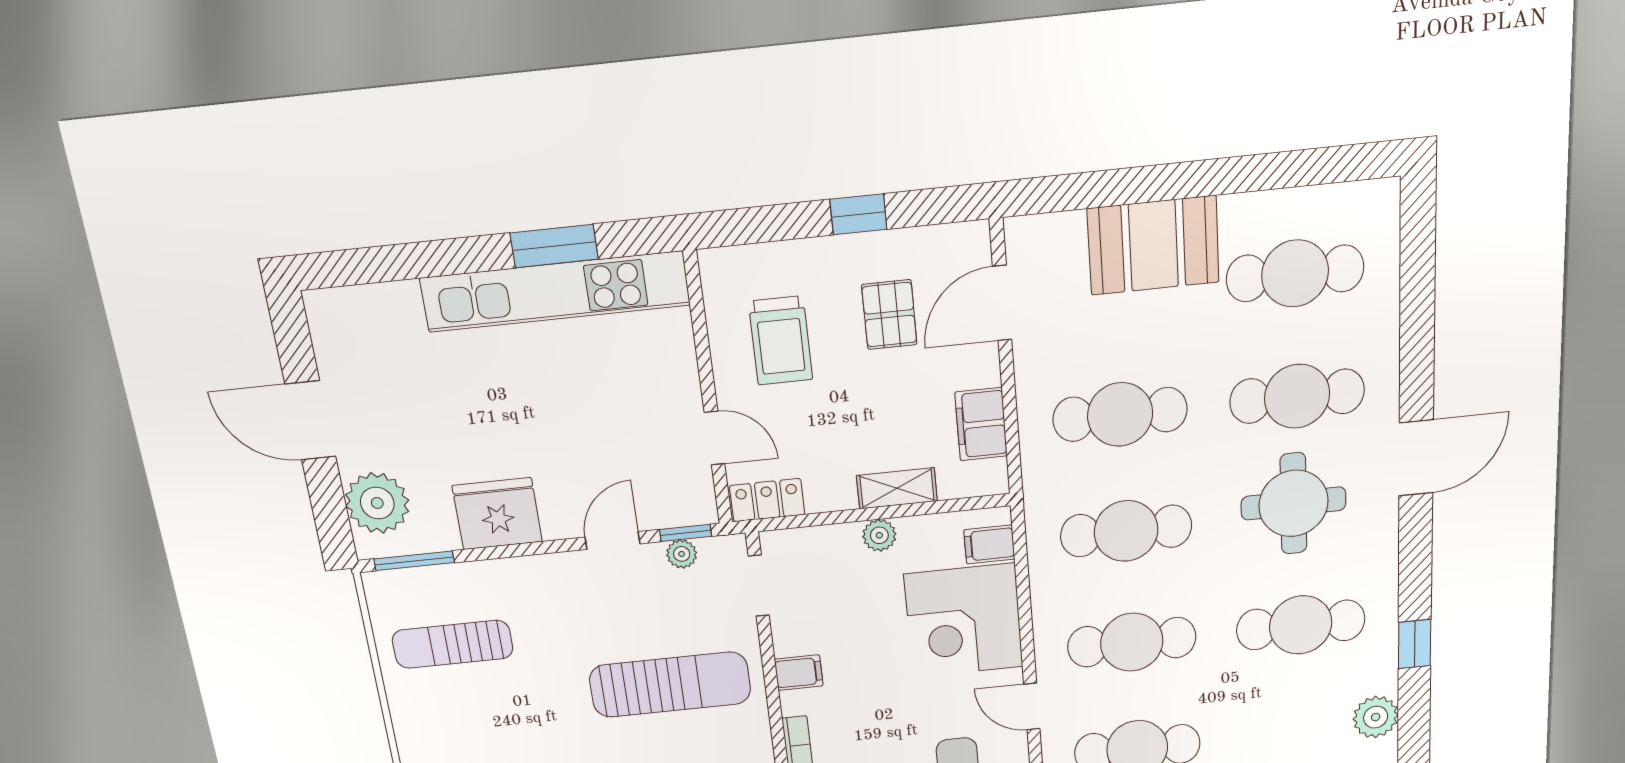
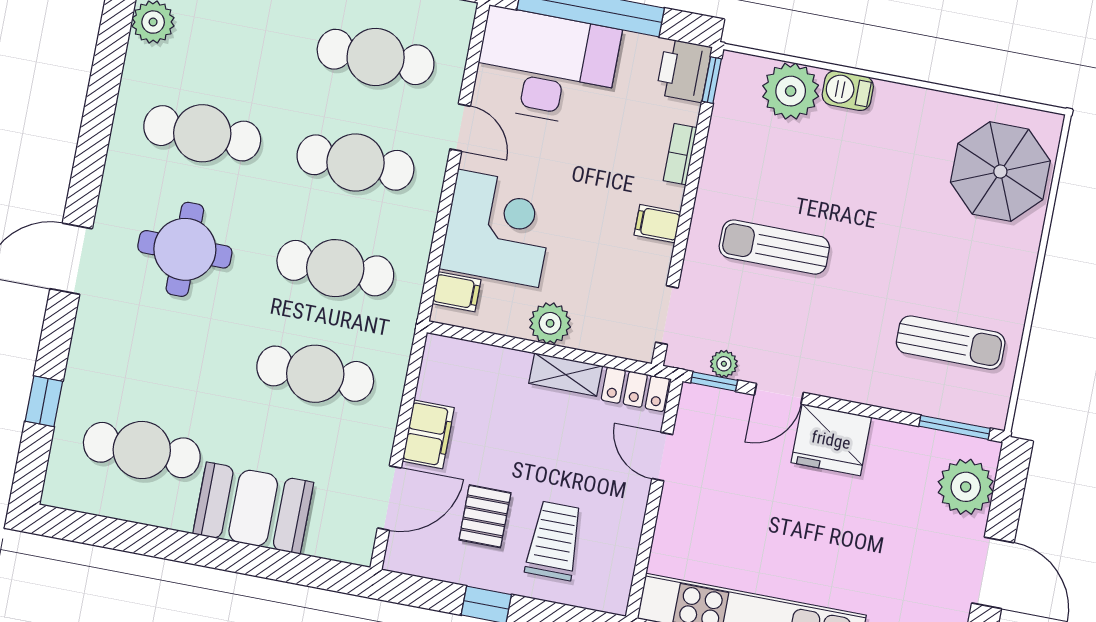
trolley: (781, 341) -> (554, 541), moved
cafe table: (1297, 396) -> (162, 344), removed
filing cabinet: (981, 424) -> (428, 434), moved
shelving: (897, 488) -> (566, 375), moved
fridge: (497, 514) -> (831, 440), moved
plant: (879, 535) -> (550, 323), width x1.38, depth x1.38
window: (1415, 644) -> (44, 401), moved
sun lounger: (670, 685) -> (774, 247), width x0.73, depth x0.75

